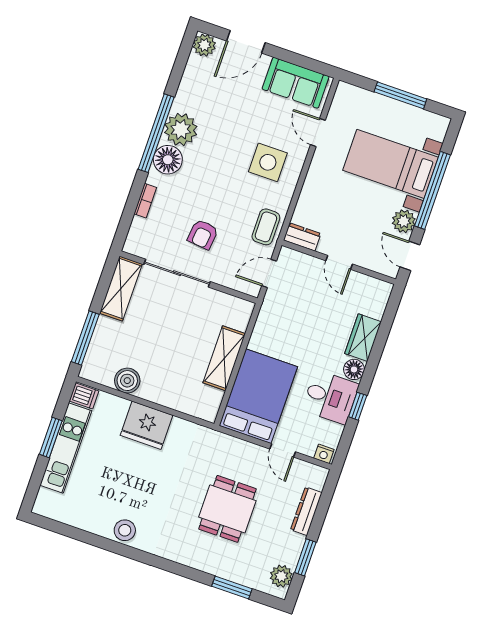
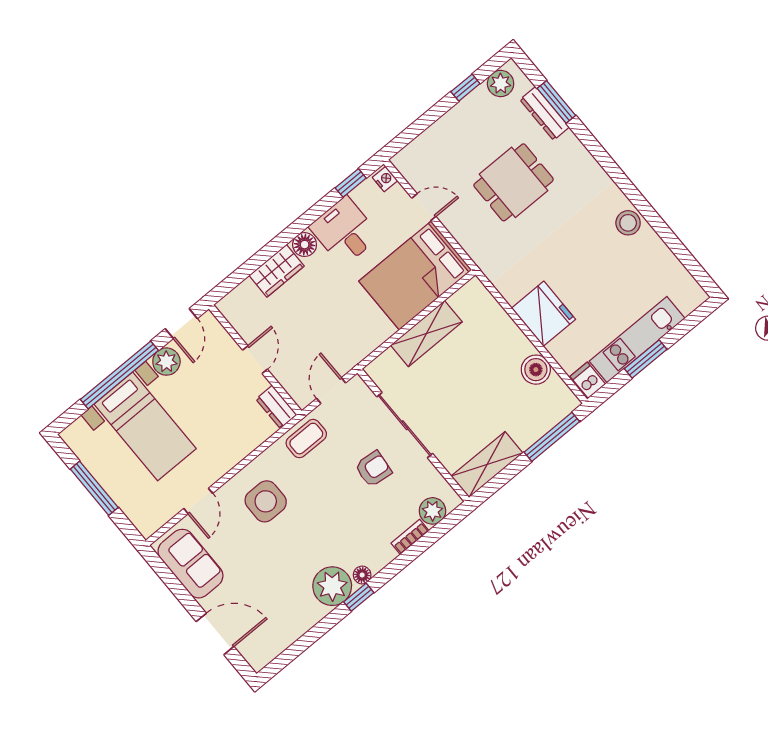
plant: (204, 45) -> (432, 511), moved
window: (156, 133) -> (359, 597), width x0.32
floor lamp: (168, 160) -> (362, 575), width x0.53, depth x0.53
sliding door: (177, 273) -> (405, 425), moved
door: (269, 273) -> (331, 391), swing flipped
window: (358, 406) -> (351, 183), moved
door: (283, 450) -> (424, 207), hinge flipped
dresser: (306, 511) -> (545, 113), moved, turned 90
window: (305, 557) -> (465, 88), width x0.67

